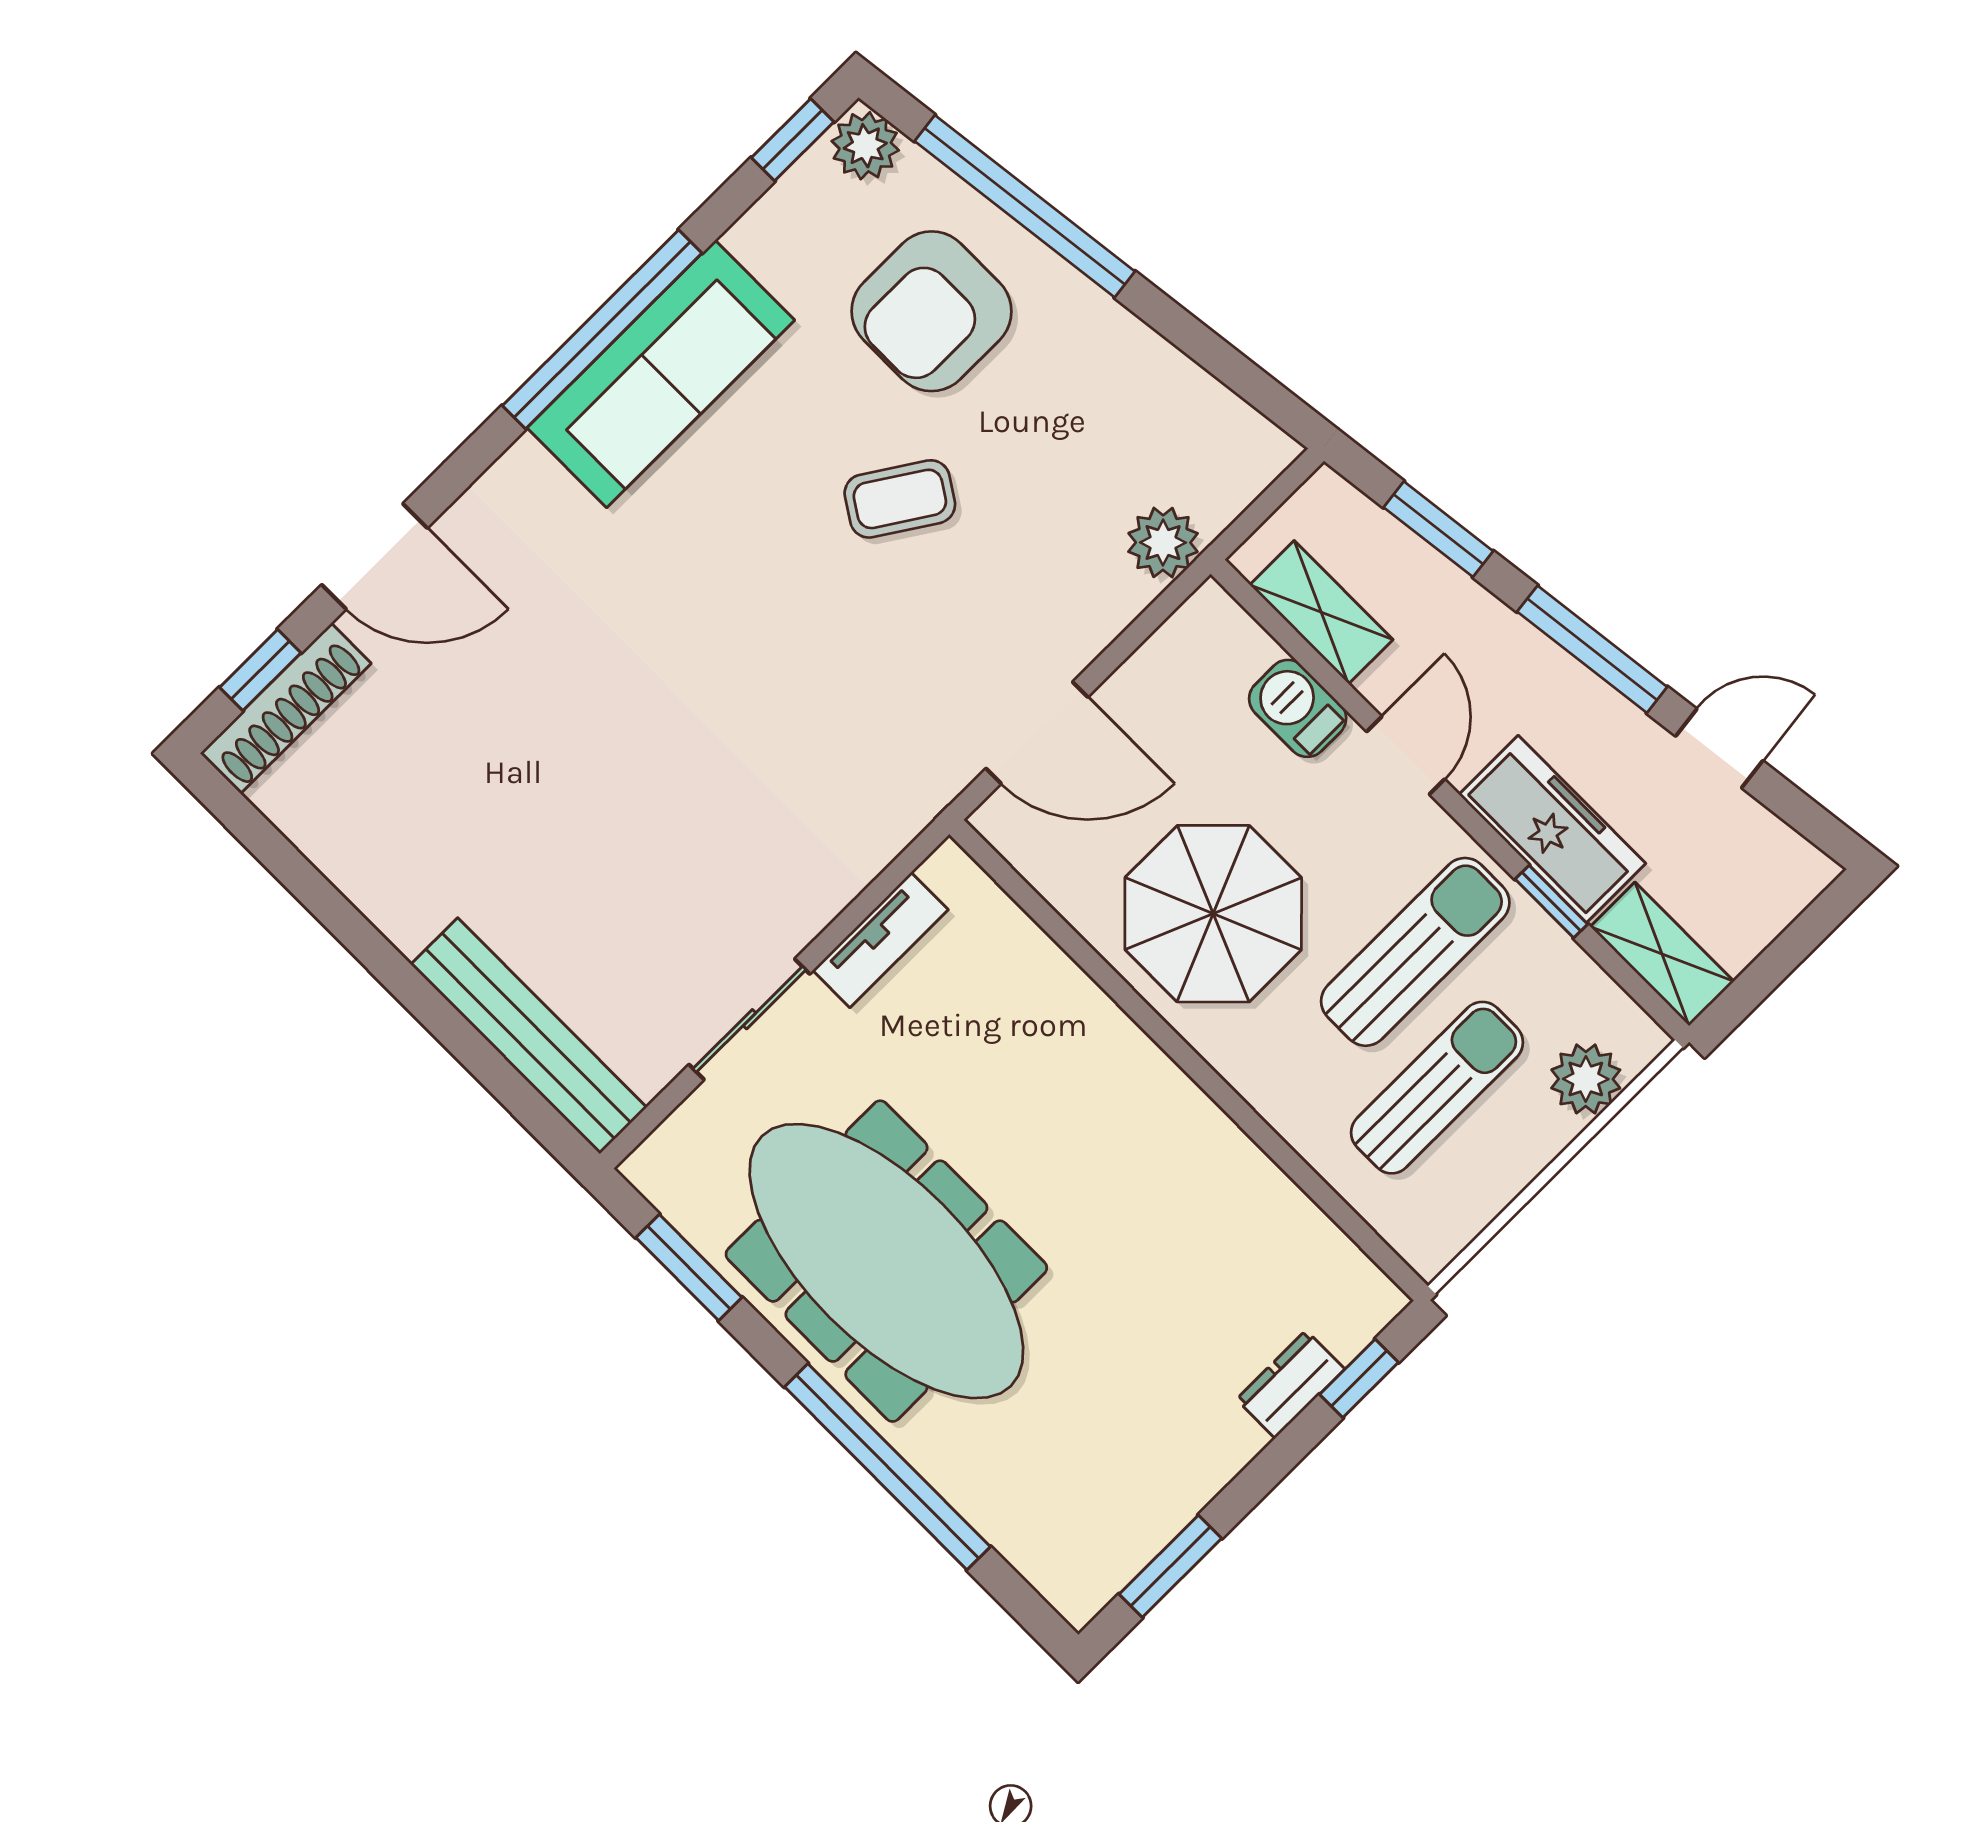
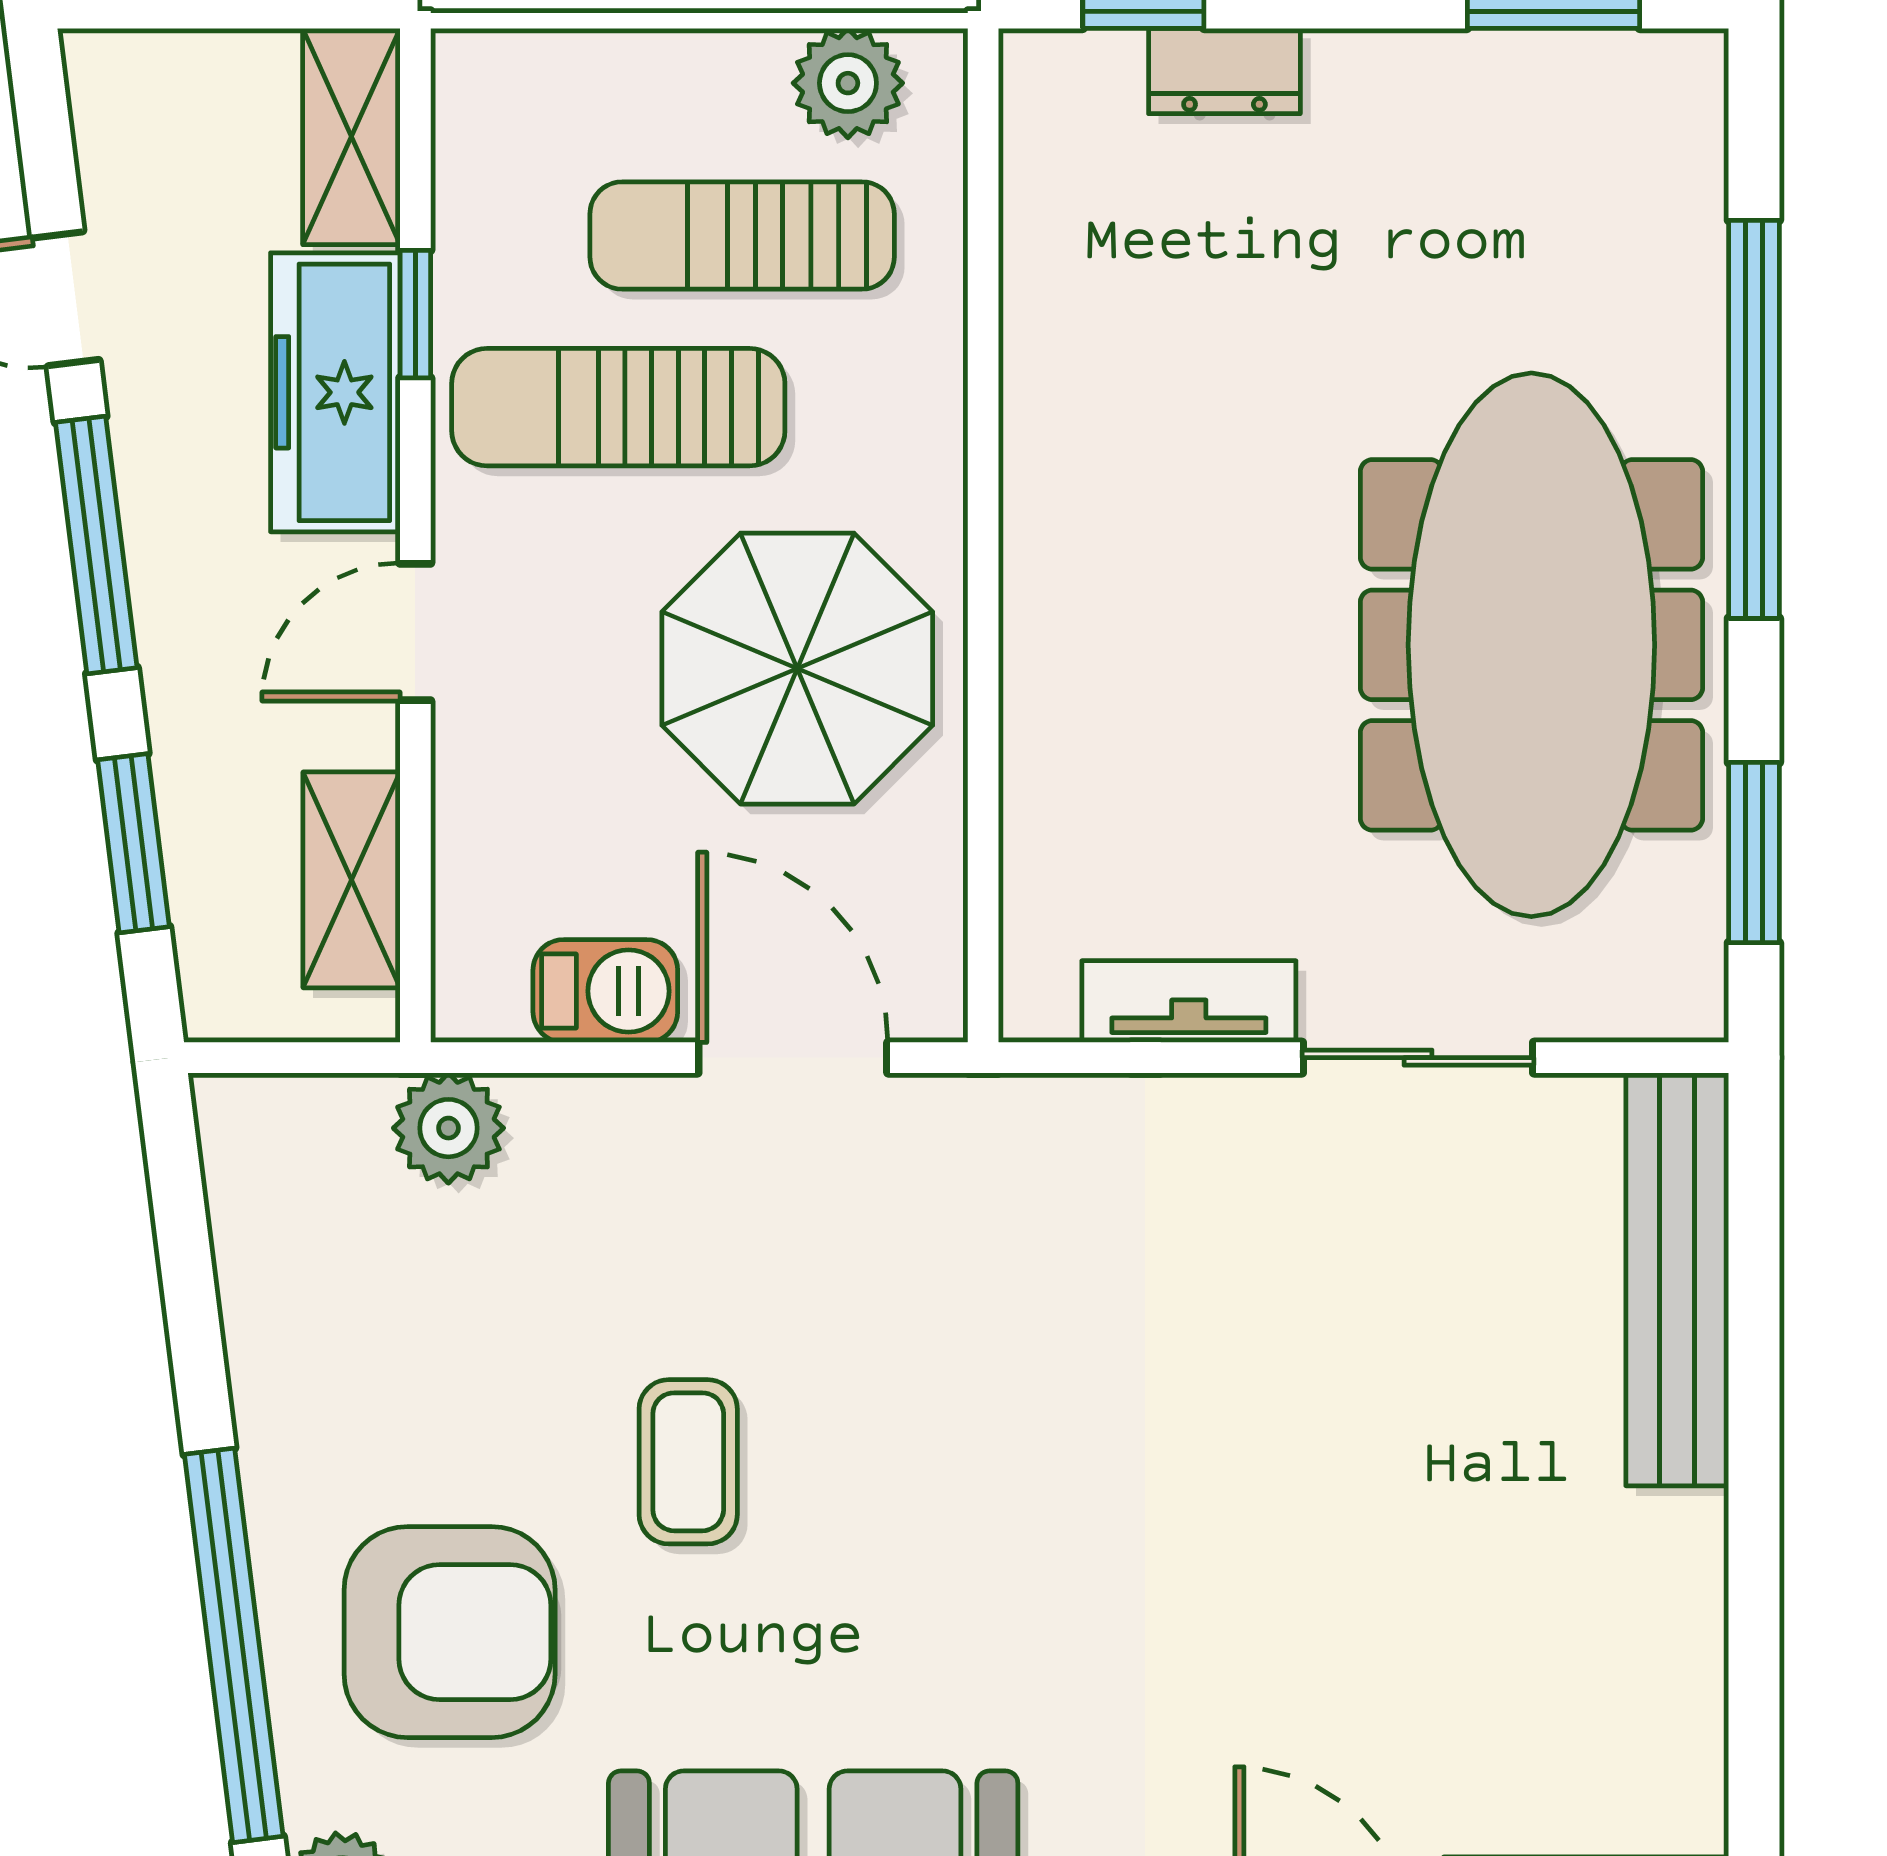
coffee table: (900, 499) -> (688, 1462), turned 57
barbecue: (1298, 708) -> (605, 991), moved, turned -90
plant: (1586, 1079) -> (848, 83), moved

